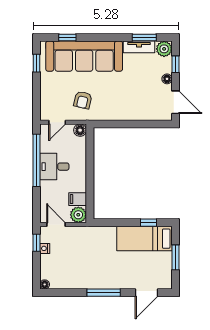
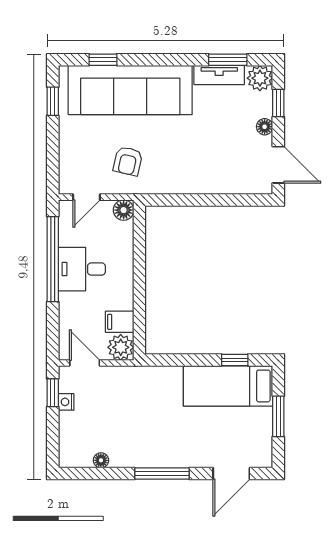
floor lamp: (45, 284) -> (101, 460), moved

